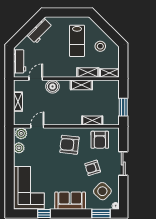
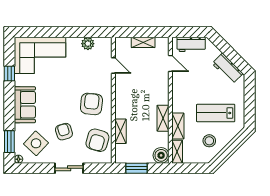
boiler: (53, 87) -> (161, 155), moved
plant: (21, 133) -> (105, 46), removed
armchair: (100, 140) -> (97, 140), turned -74

